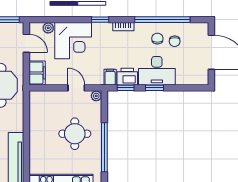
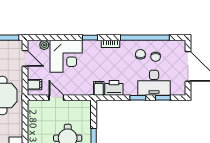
desk: (157, 71) -> (154, 83), moved
filing cabinet: (37, 73) -> (35, 85), width x0.50
door: (76, 88) -> (56, 98), moved
window: (126, 88) -> (163, 98), moved
plant: (96, 96) -> (87, 105), removed

